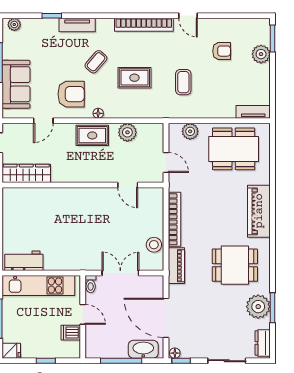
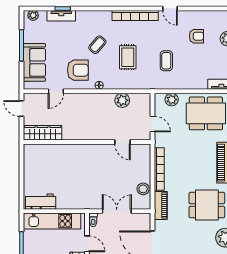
tv unit: (77, 25) -> (61, 16), moved
rug: (134, 78) -> (128, 57), turned 90
rug: (92, 135) -> (94, 103), removed

